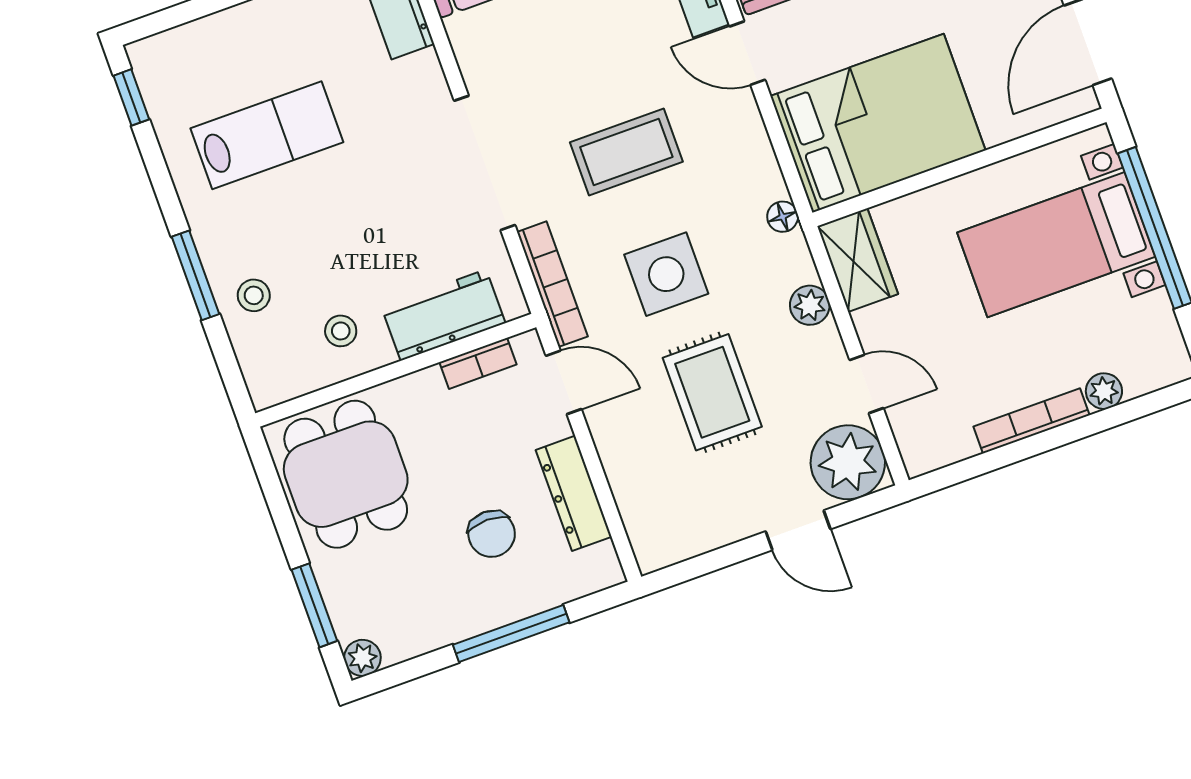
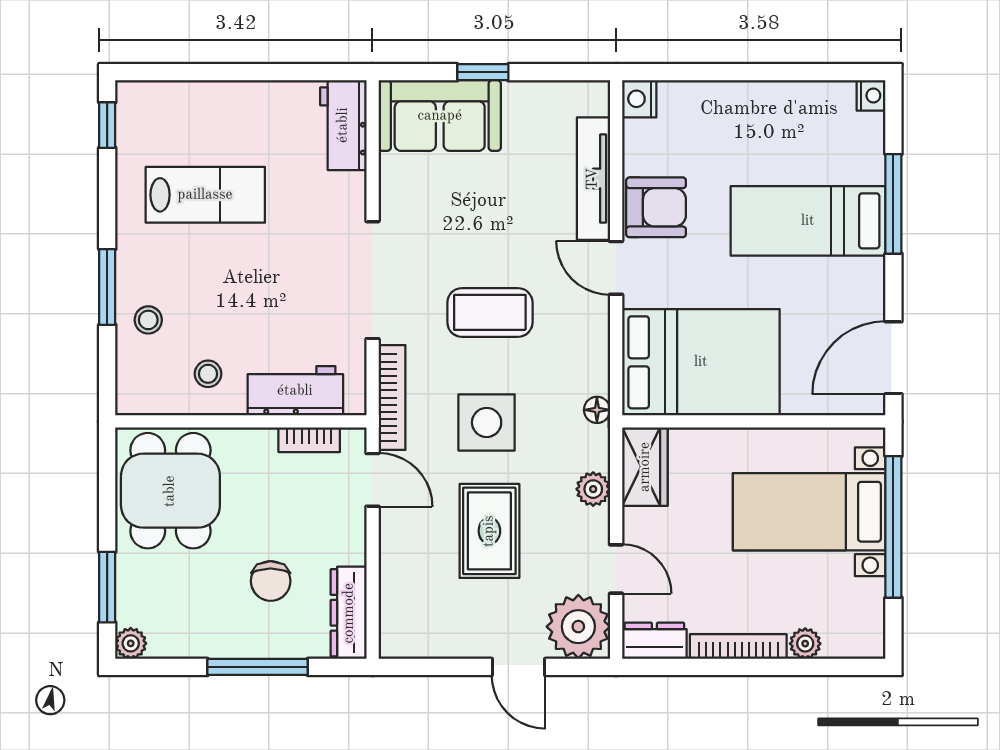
dresser: (937, 448) -> (654, 641), added
dresser: (574, 493) -> (349, 613), moved

